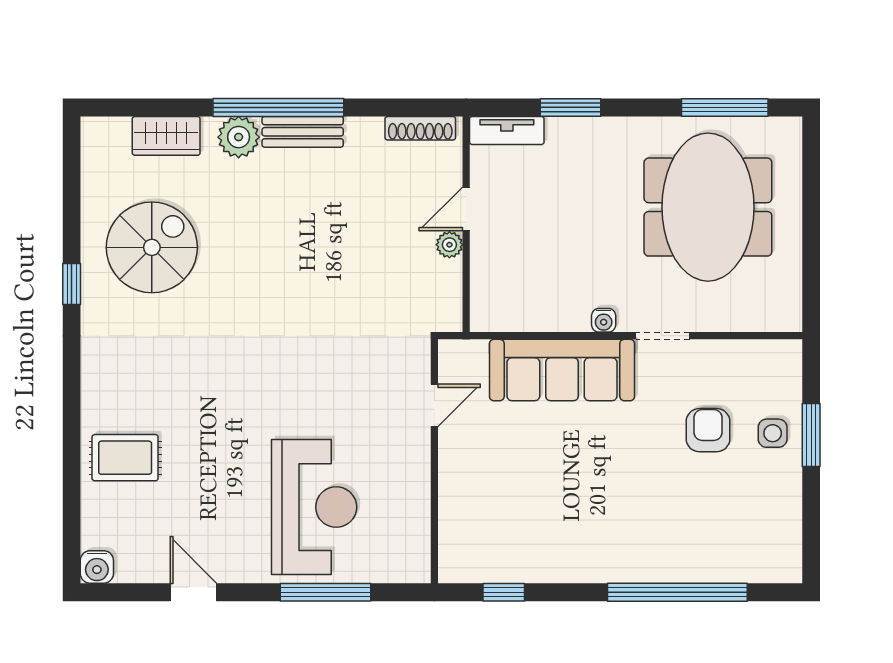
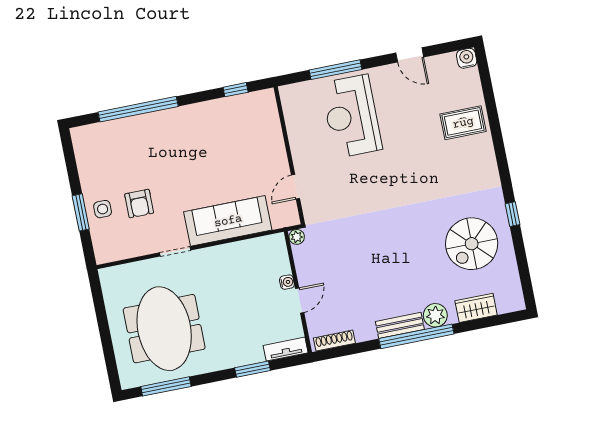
plant: (449, 245) -> (297, 237), moved
water cooler: (604, 320) -> (287, 282), moved, turned 90

